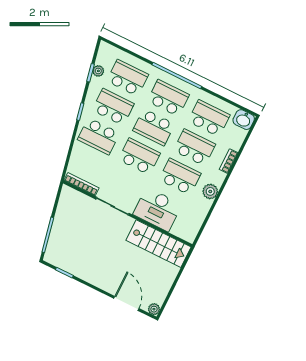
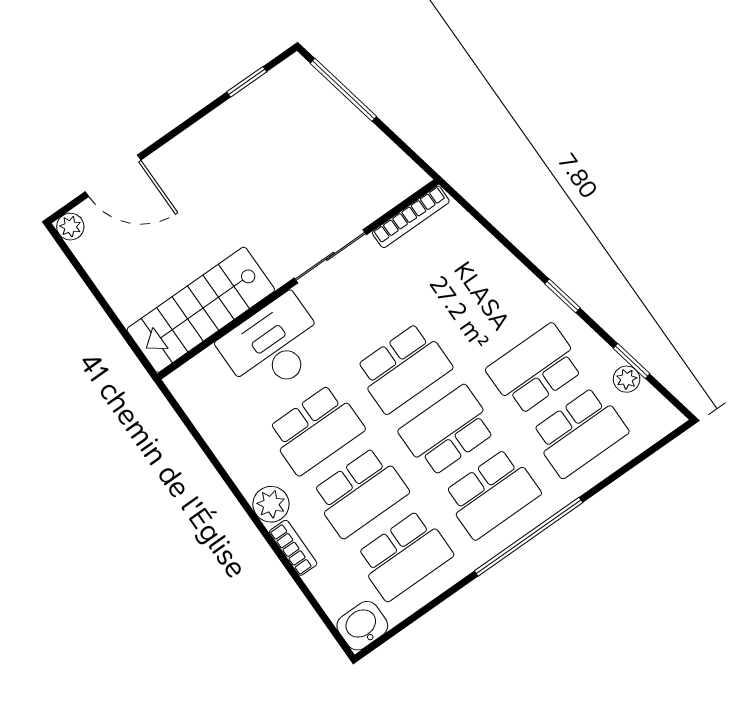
school desk: (113, 107) -> (535, 369), turned 180
school desk: (99, 136) -> (491, 306), removed
plant: (210, 191) -> (271, 504), moved

